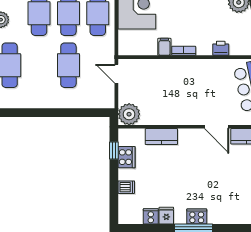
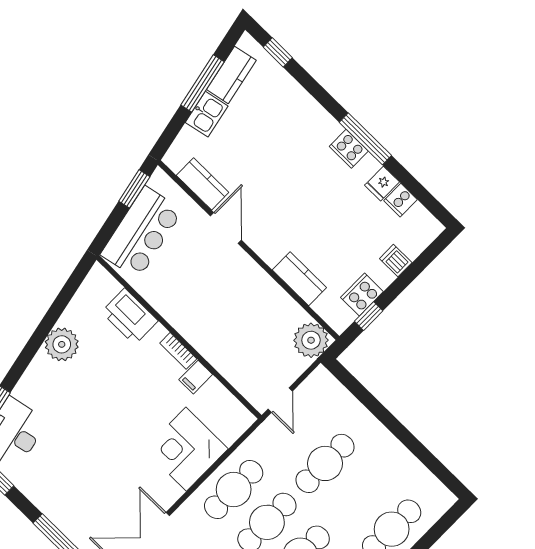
printer: (221, 48) -> (130, 316), width x1.87, depth x1.48

